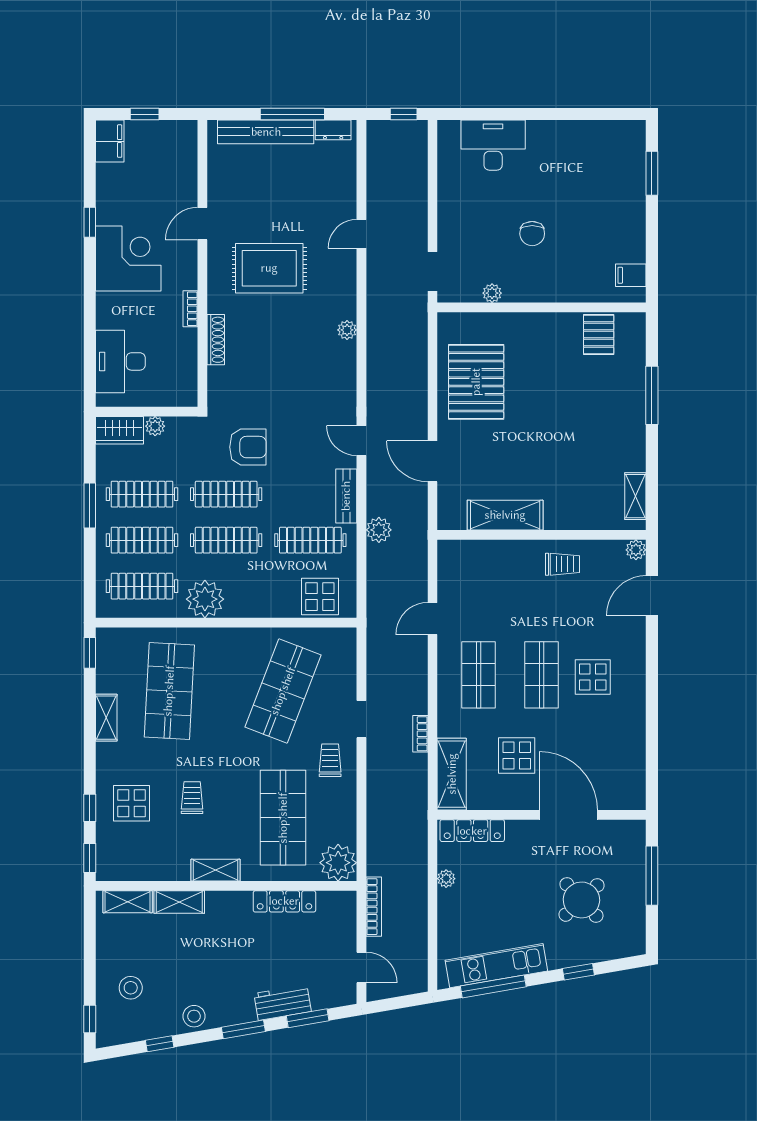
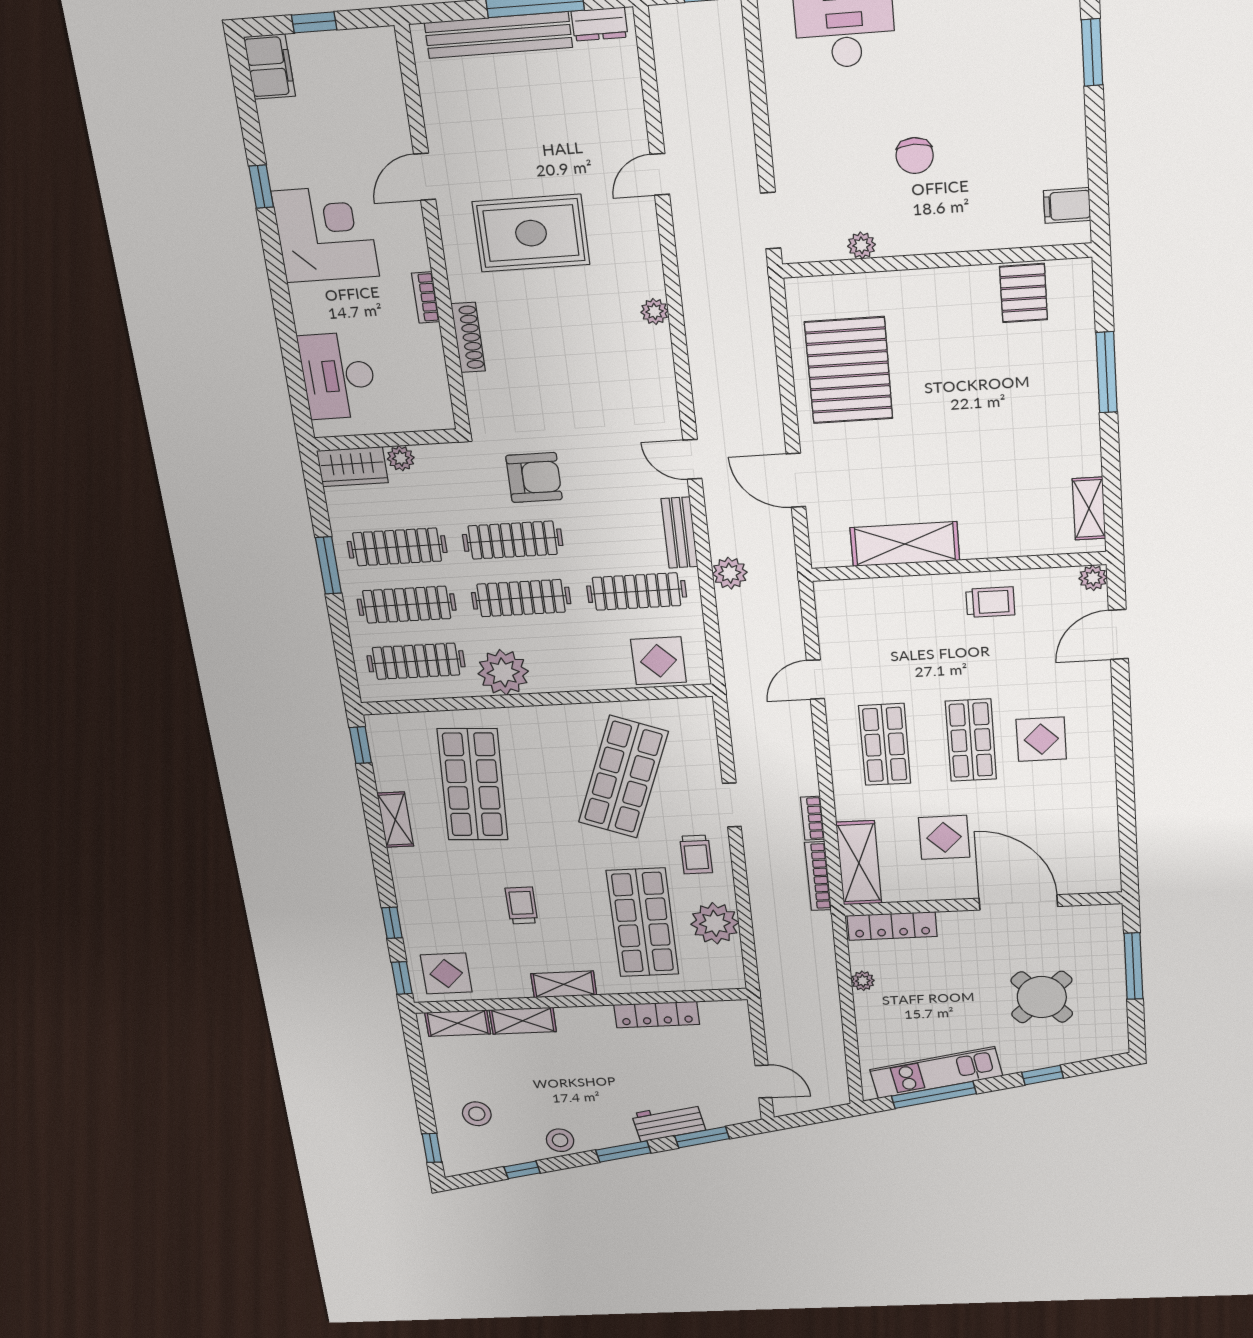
trolley: (330, 760) -> (696, 855), turned 180
display table: (131, 803) -> (446, 974), moved
plant: (338, 863) -> (715, 923), moved
bookcase: (374, 907) -> (818, 876), moved, turned 180

